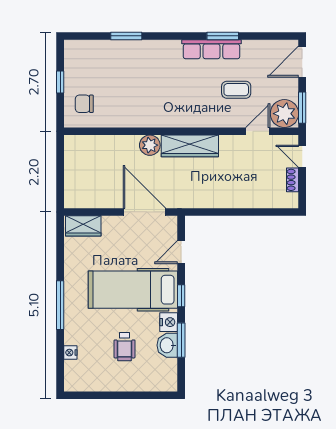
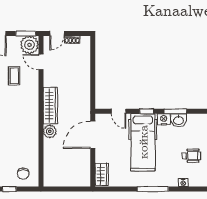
wheelchair: (125, 347) -> (192, 156), moved

